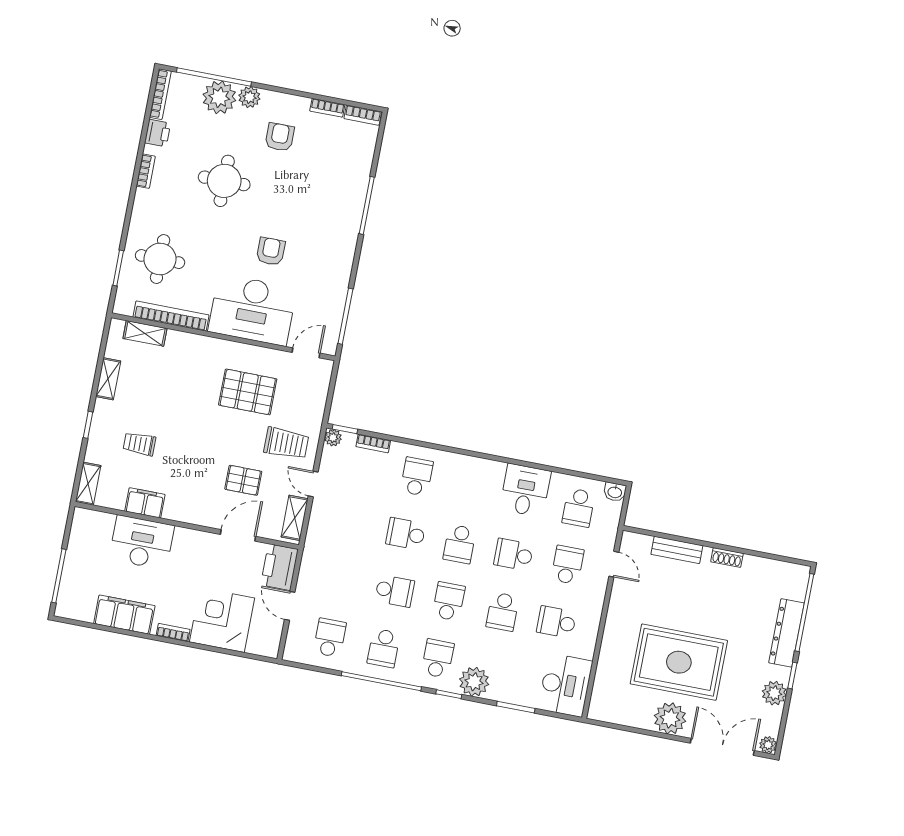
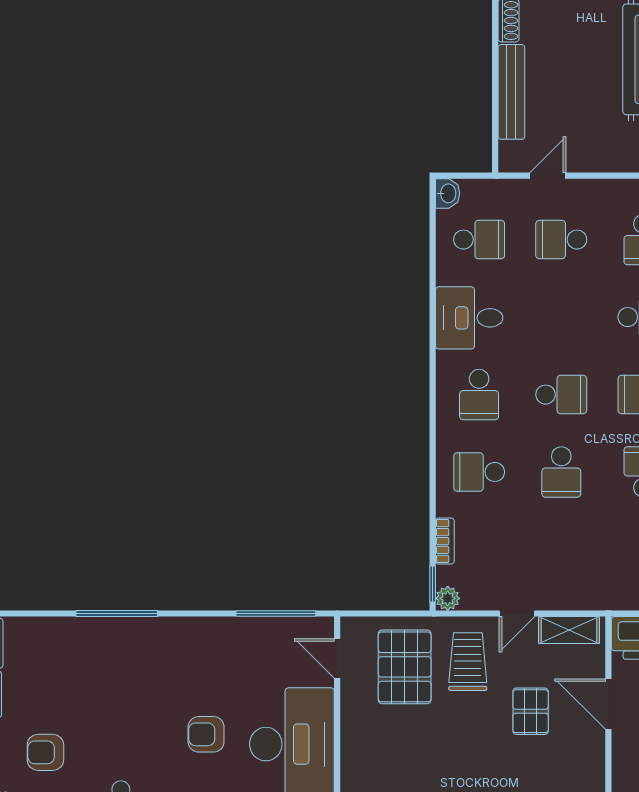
pallet: (248, 392) -> (405, 667), moved
bench: (677, 550) -> (511, 92), width x1.36
school desk: (514, 554) -> (479, 395), moved

